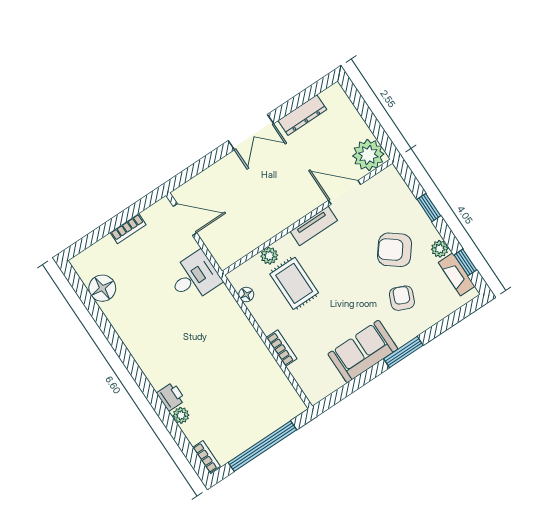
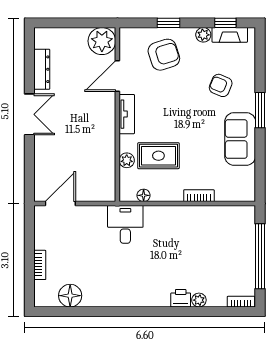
bookcase: (128, 229) -> (40, 265), moved
armchair: (395, 250) -> (164, 55), moved, turned -146
desk: (194, 277) -> (125, 224), moved

